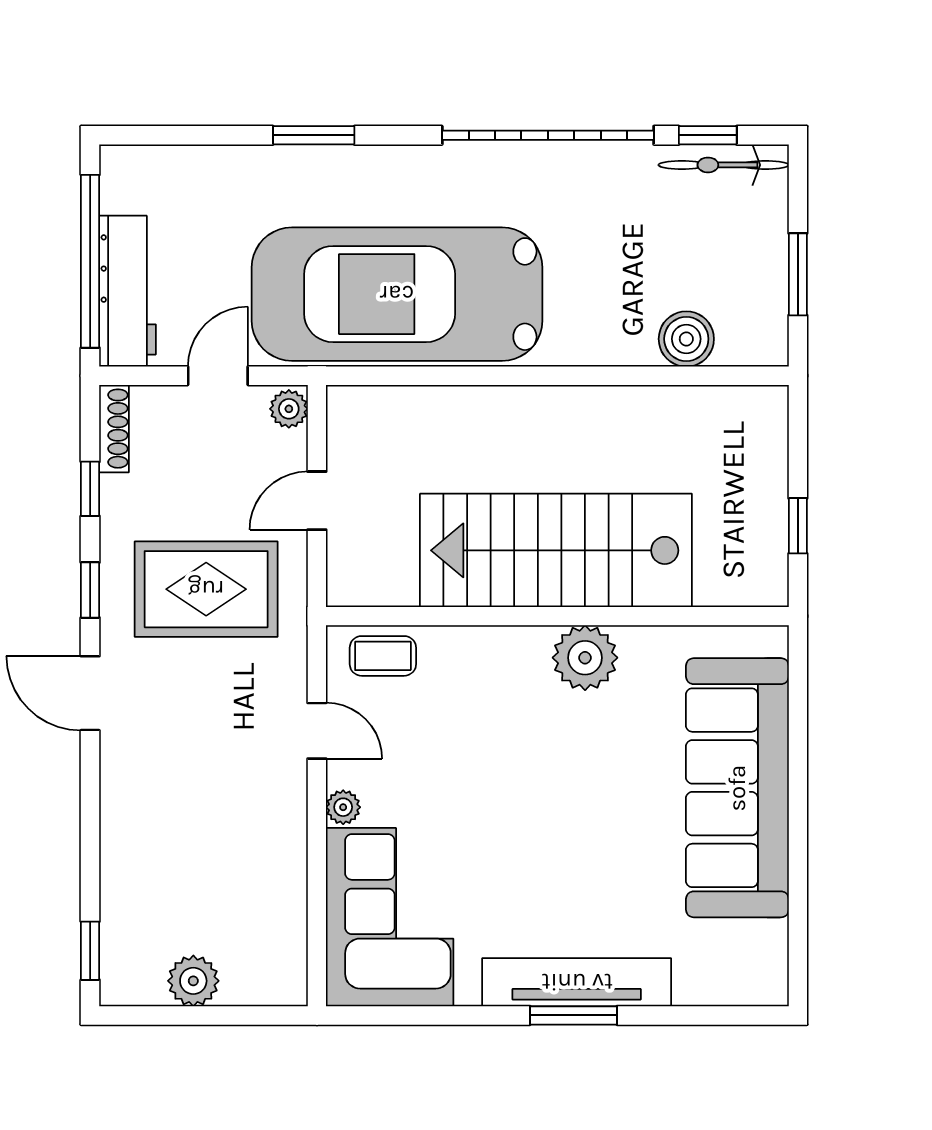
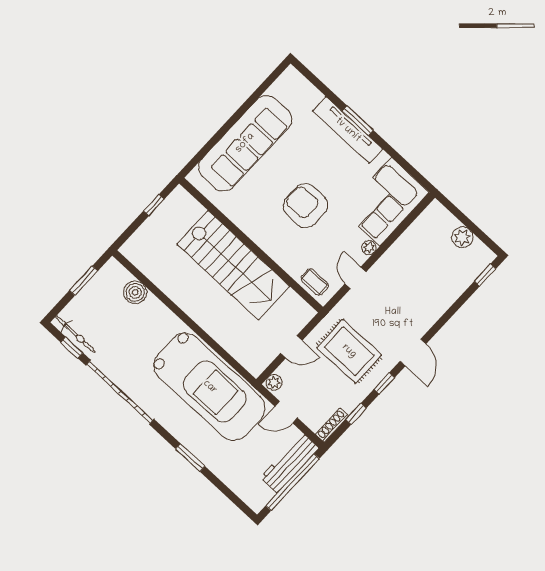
plant: (585, 658) -> (255, 225), removed
armchair: (526, 777) -> (306, 206), added

